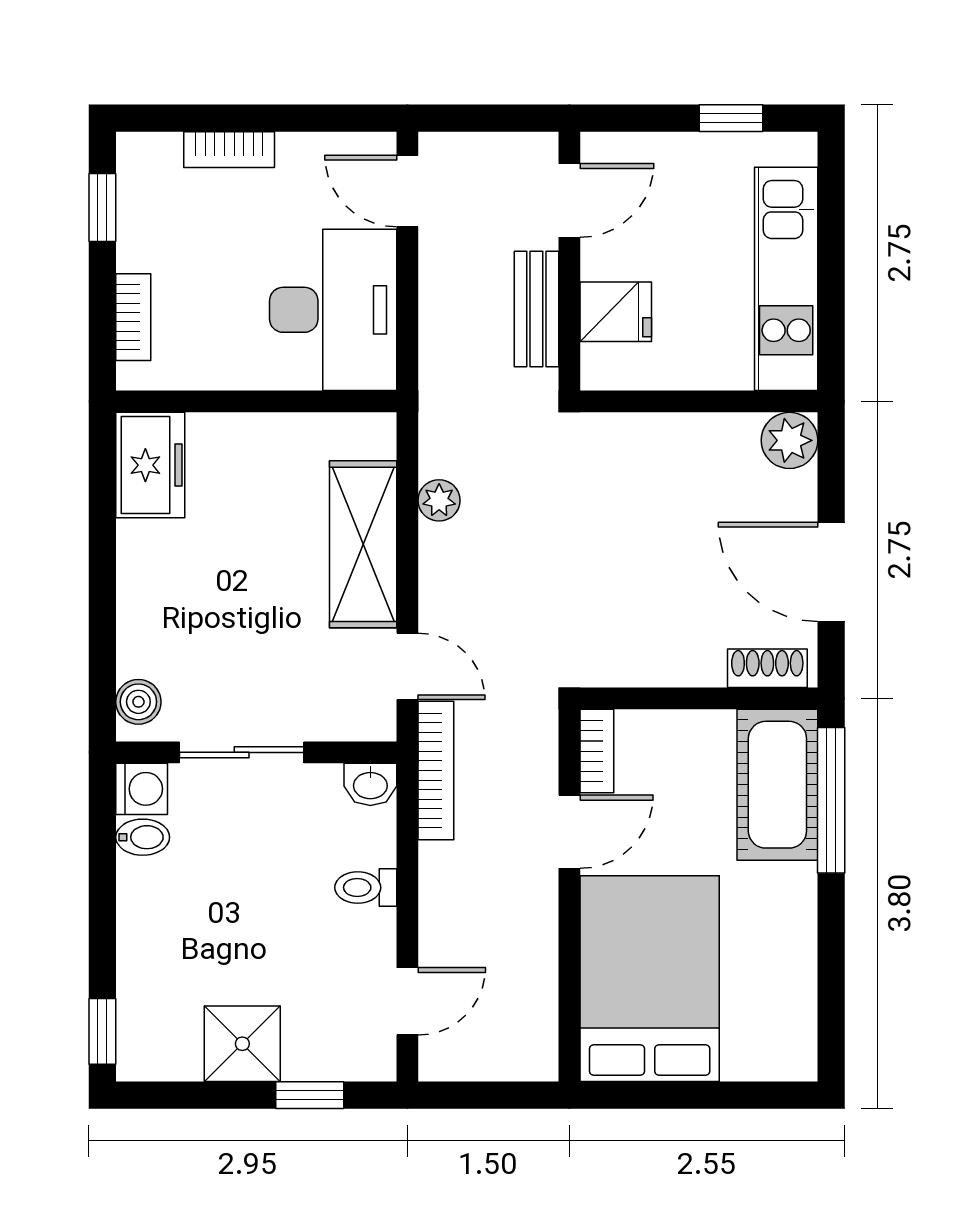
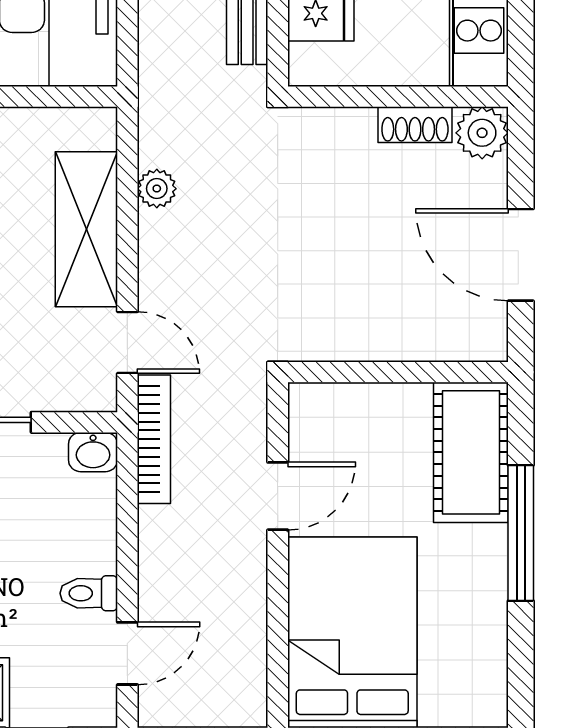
shoe rack: (767, 668) -> (415, 125), moved, turned 180
bookcase: (597, 751) -> (303, 421), removed
window: (831, 800) -> (521, 533), moved
toilet: (366, 888) -> (89, 593), moved

